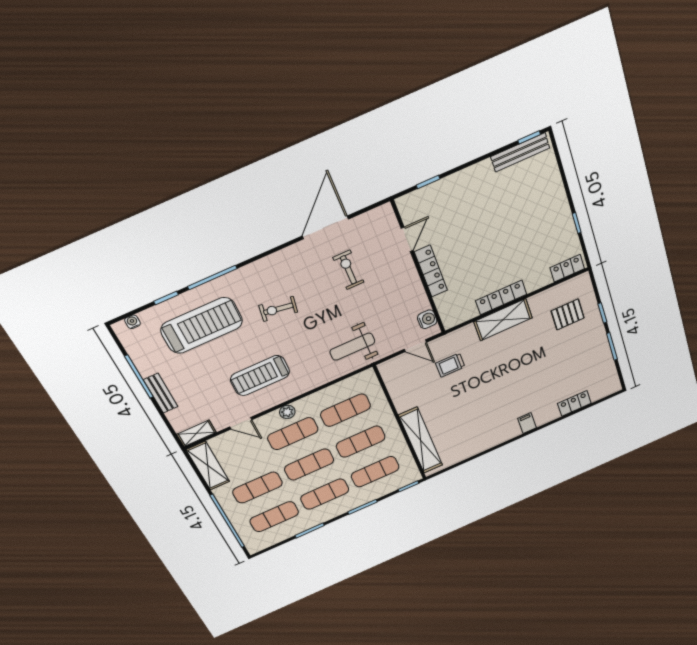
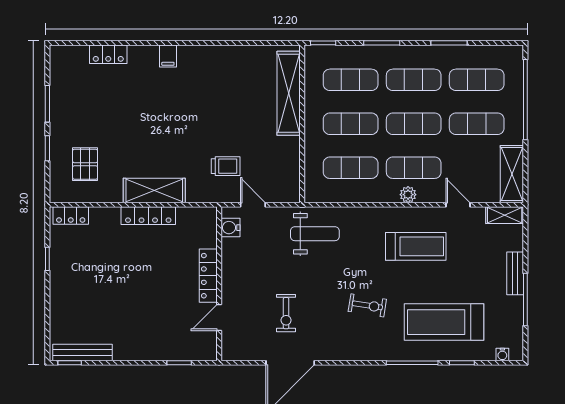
pallet: (568, 314) -> (85, 164), turned 90

